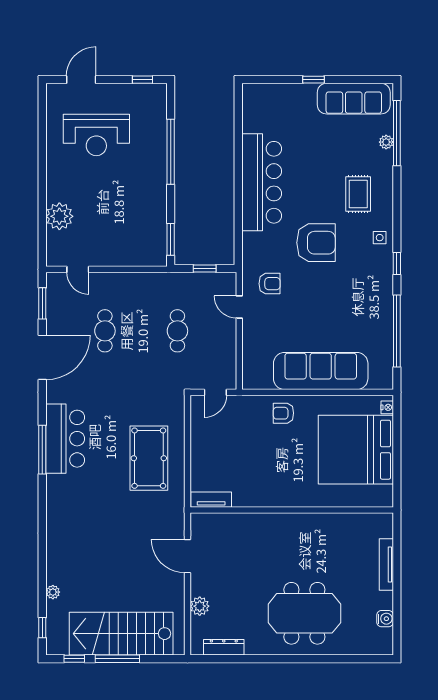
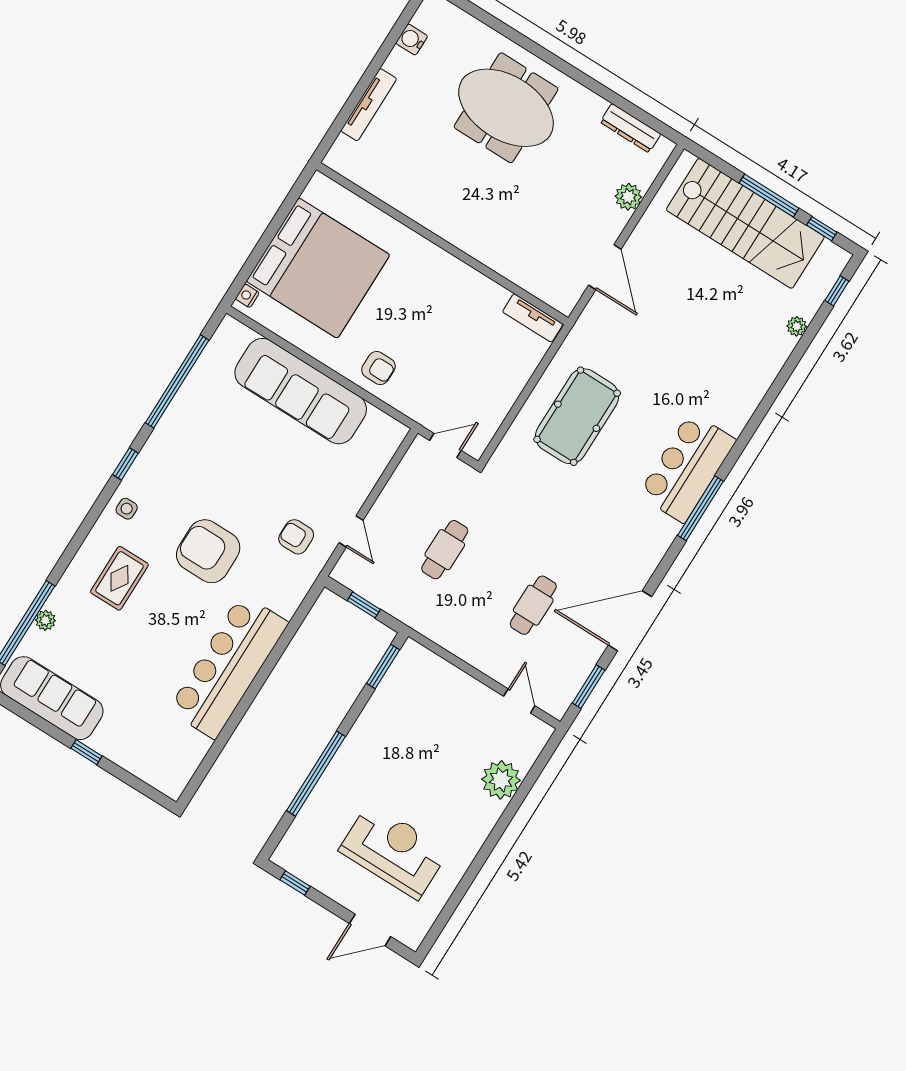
bar counter: (65, 439) -> (687, 468), moved

